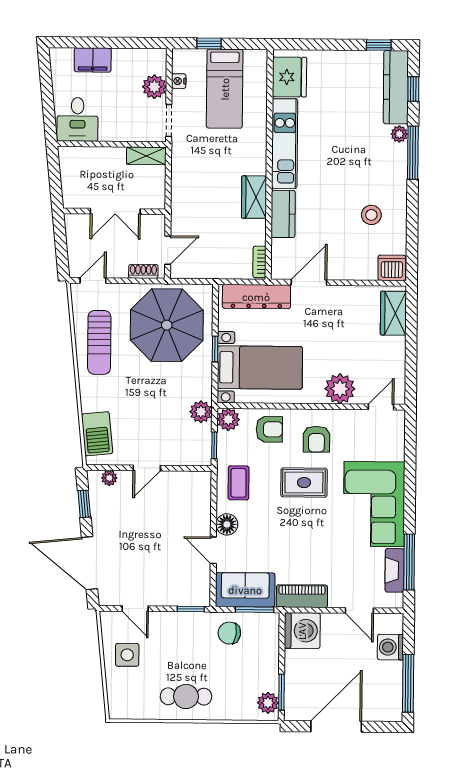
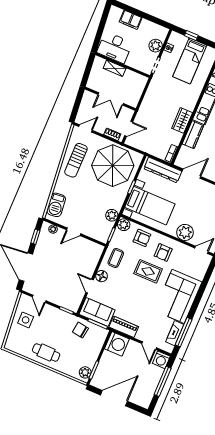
desk: (78, 119) -> (115, 47), width x1.37
shelving: (146, 156) -> (115, 68), moved
washing machine: (390, 647) -> (161, 360), moved, turned -90
window: (408, 683) -> (163, 381), moved

